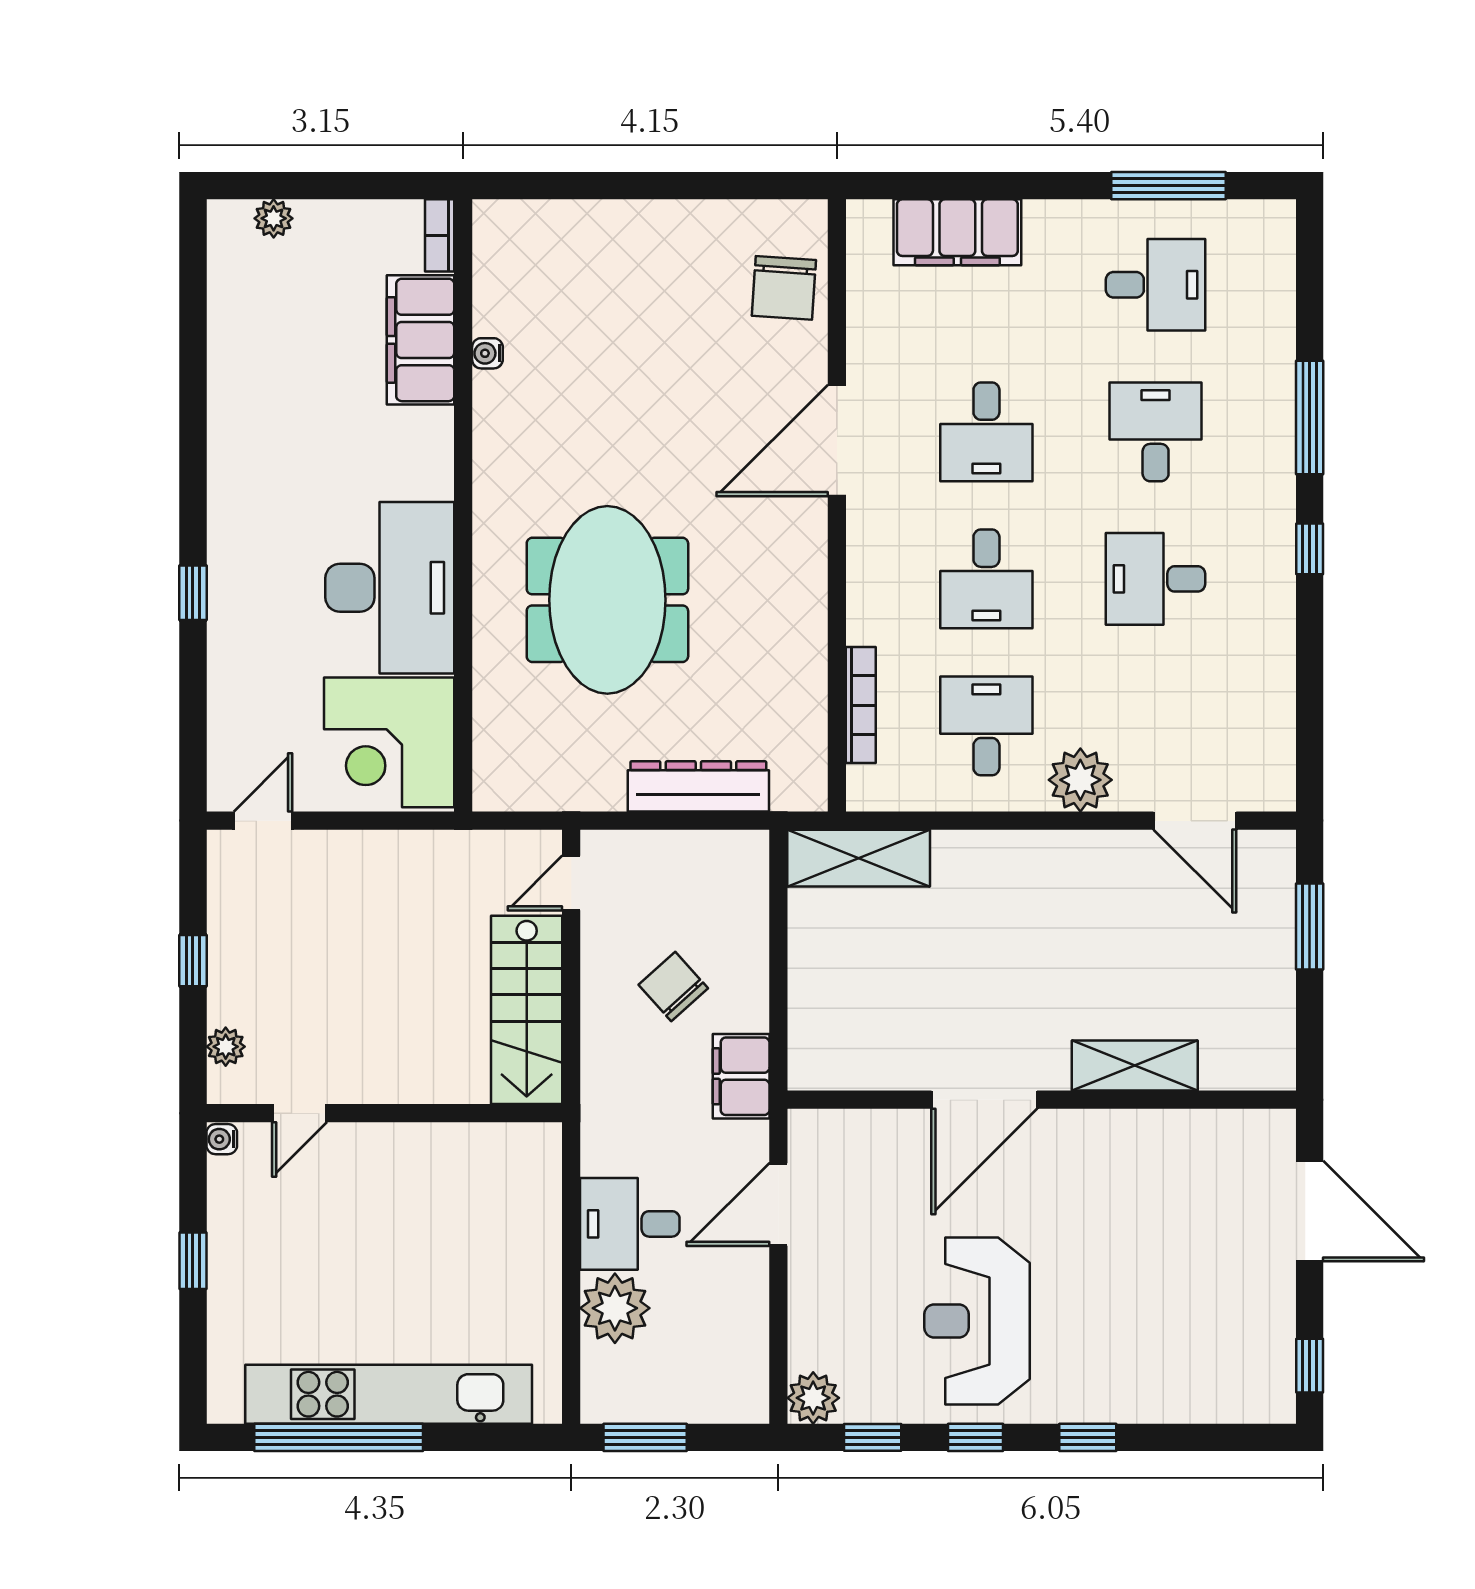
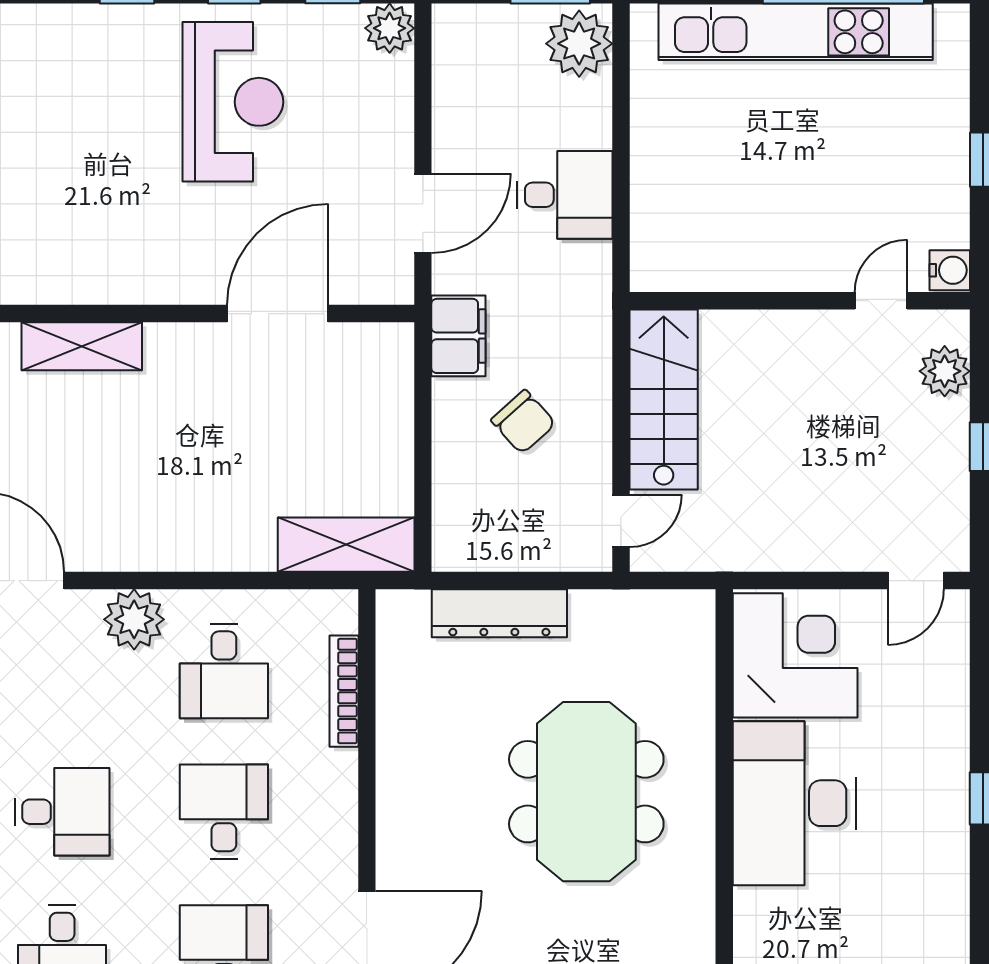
plant: (226, 1047) -> (945, 371), width x1.38, depth x1.38
door: (984, 1100) -> (278, 314), moved
water cooler: (222, 1139) -> (950, 270), width x1.38, depth x1.38
plant: (615, 1308) -> (579, 44), moved

